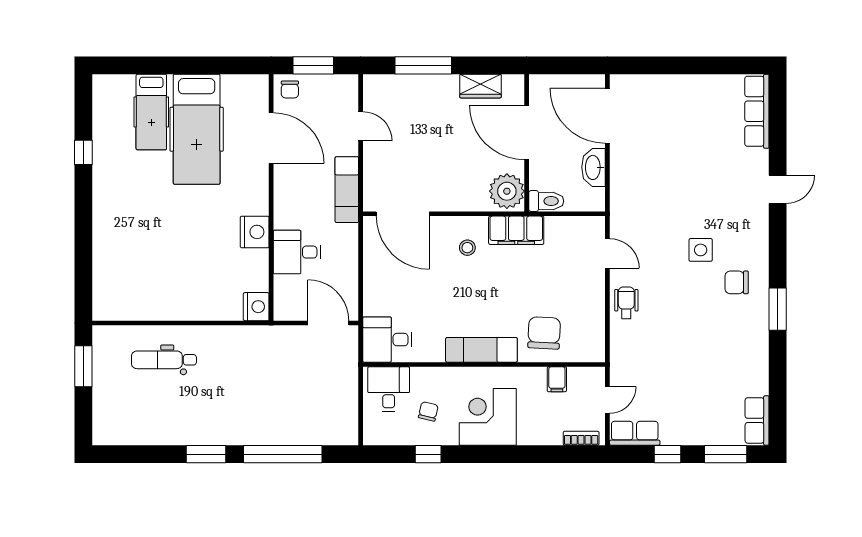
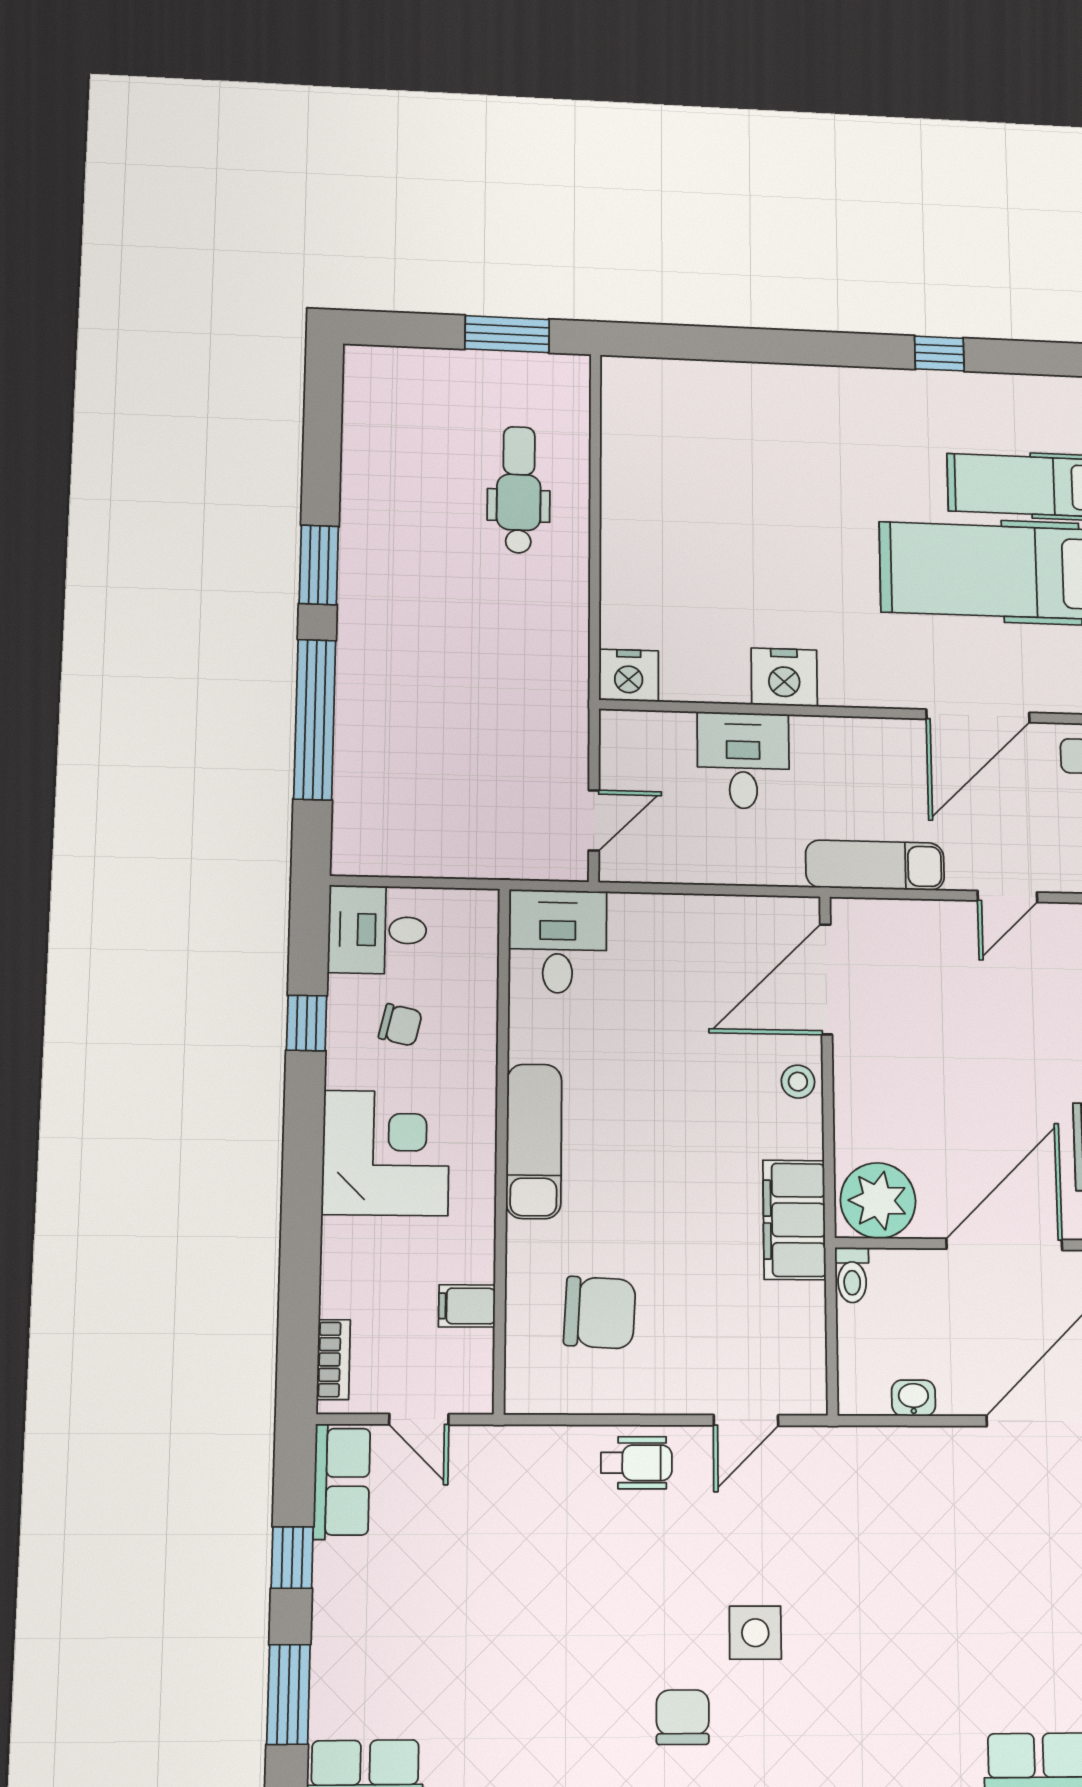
washbasin: (593, 167) -> (914, 1398), width x0.52, depth x0.69
toilet: (546, 201) -> (852, 1275), width x0.73, depth x0.72
stool: (467, 248) -> (798, 1082), moved
door: (328, 323) -> (594, 820), width x0.73
chair: (544, 333) -> (600, 1313), moved
desk: (389, 389) -> (377, 930), moved, turned 180

